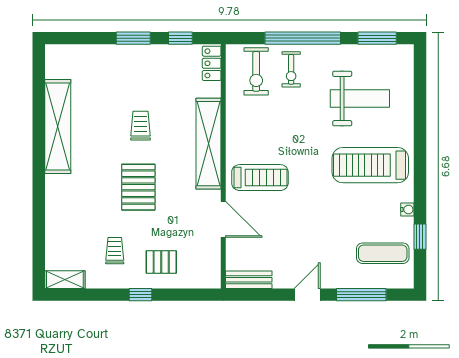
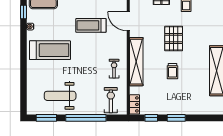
exercise bike: (291, 69) -> (114, 69), moved
weight bench: (360, 98) -> (60, 96), moved
treadmill: (260, 178) -> (91, 25), moved

